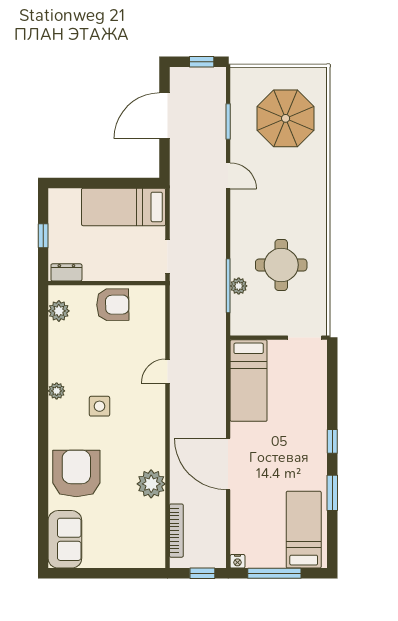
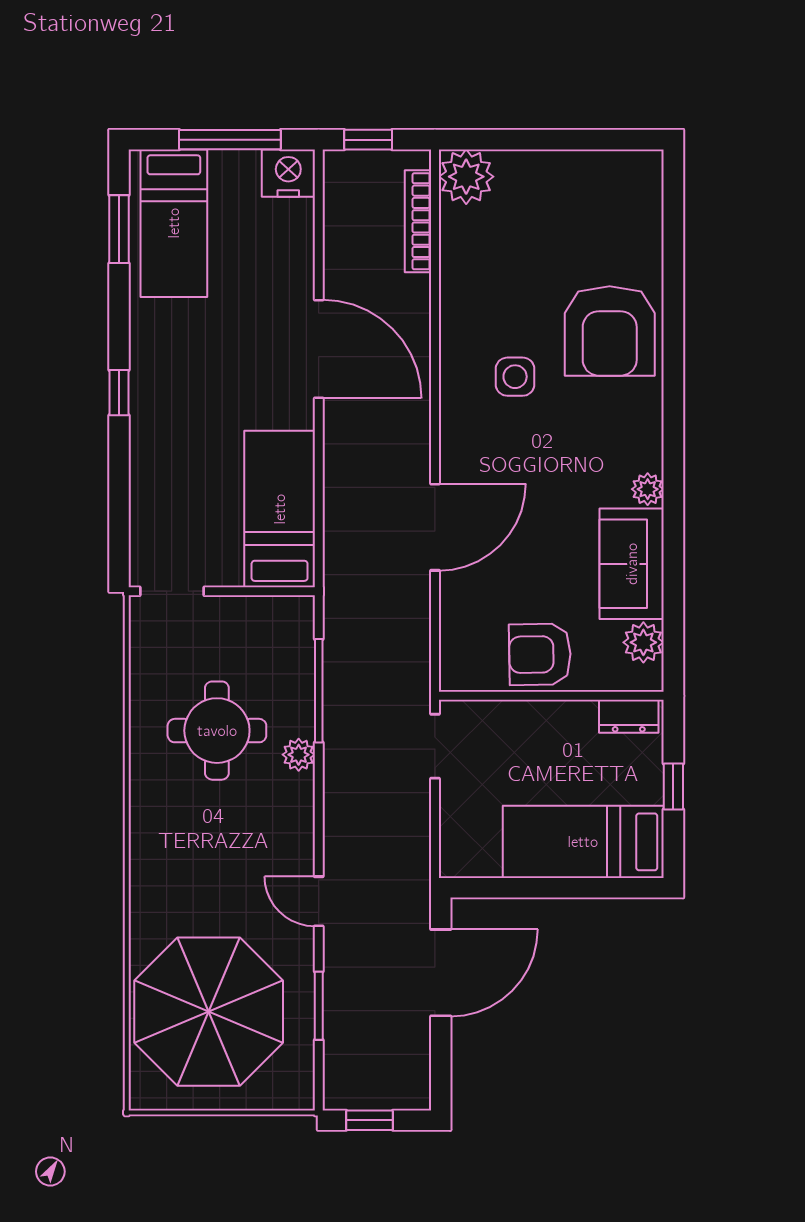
door: (164, 116) -> (441, 973), moved
parasol: (286, 118) -> (209, 1012), width x1.36, depth x1.36
bed: (124, 207) -> (583, 842), moved, turned 180
plant: (239, 286) -> (299, 755), moved
door: (168, 371) -> (435, 527), width x1.88
side table: (100, 406) -> (515, 377), moved
plant: (151, 484) -> (466, 177), moved
window: (332, 493) -> (119, 229), moved
sofa: (65, 539) -> (632, 564), moved
nightstand: (237, 561) -> (288, 173), width x1.89, depth x1.79

